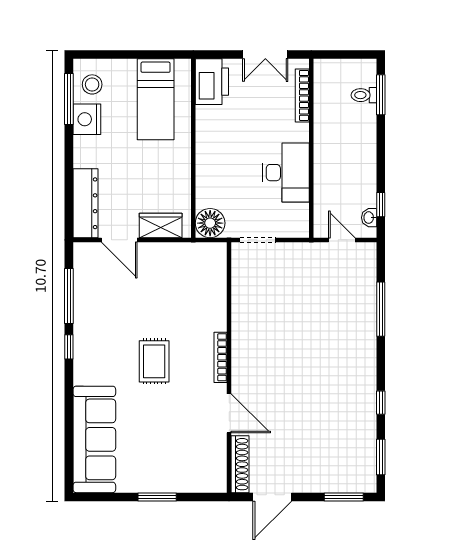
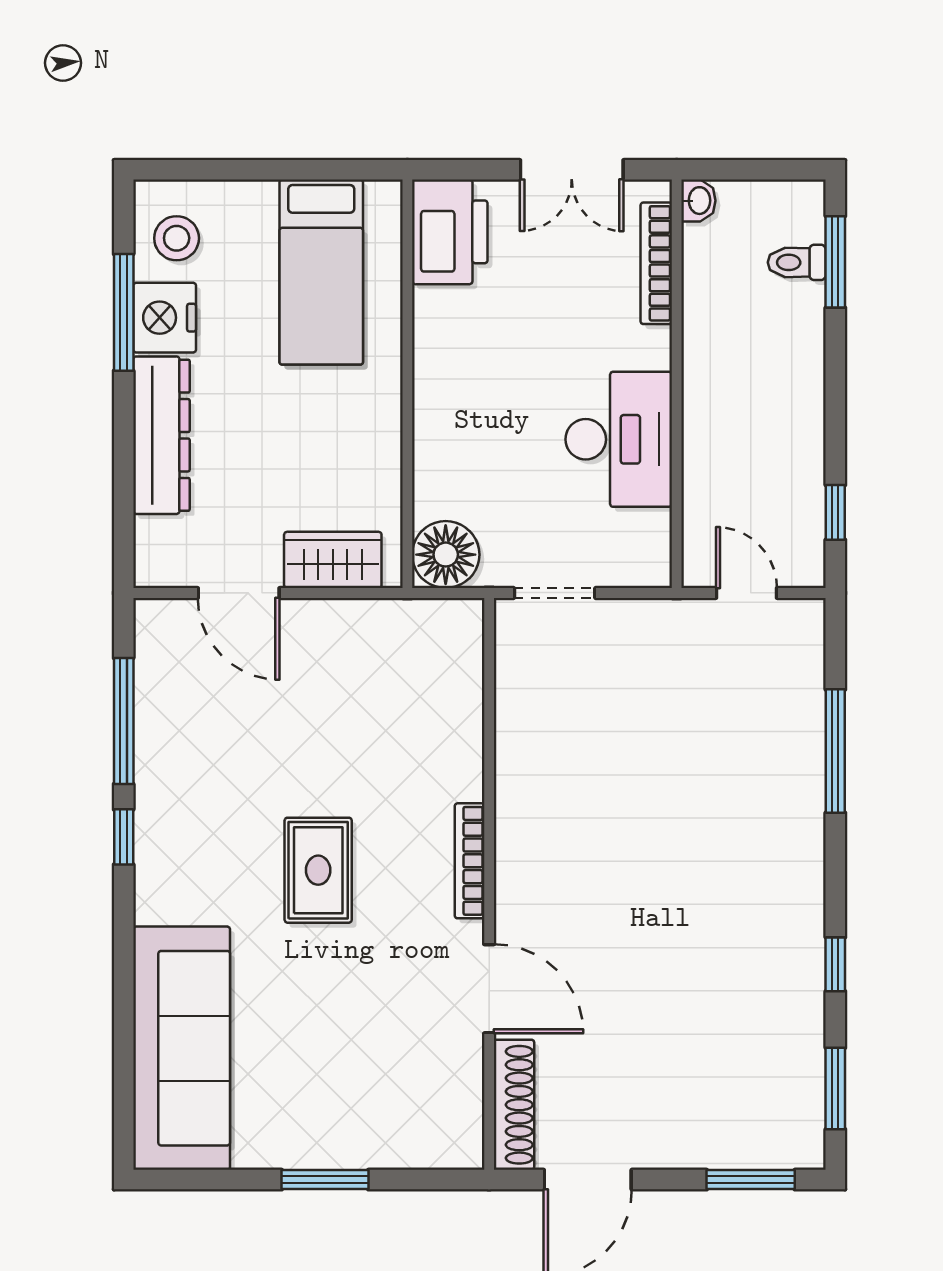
window: (69, 99) -> (124, 312), moved
dresser: (85, 203) -> (161, 435), moved
washbasin: (369, 218) -> (698, 201), moved, turned 180

